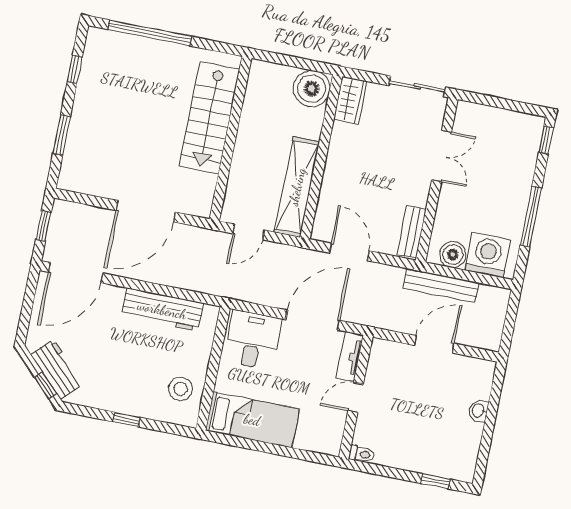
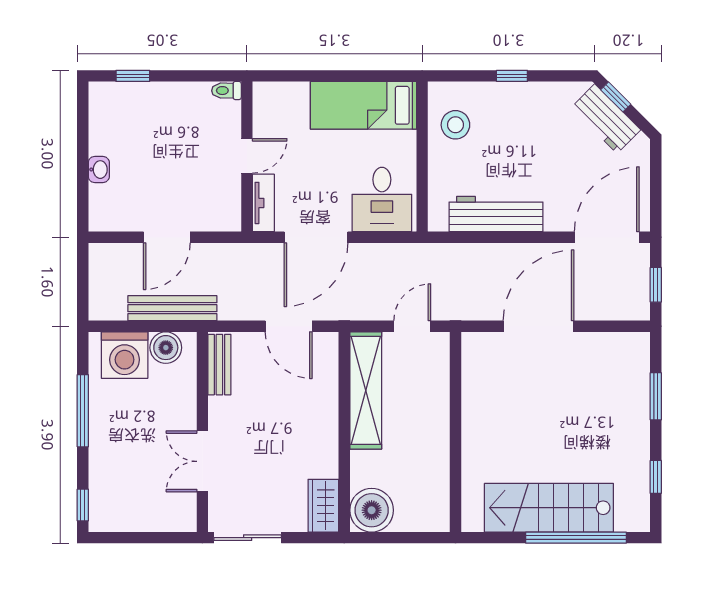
stairs: (209, 118) -> (549, 508), moved, turned -90

